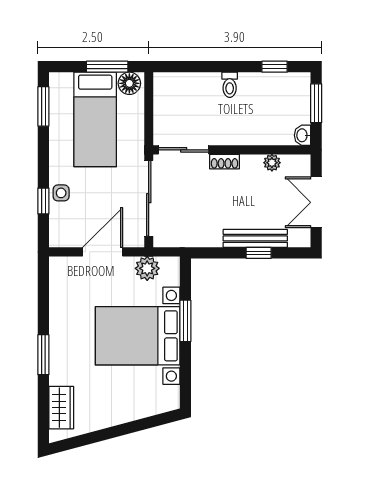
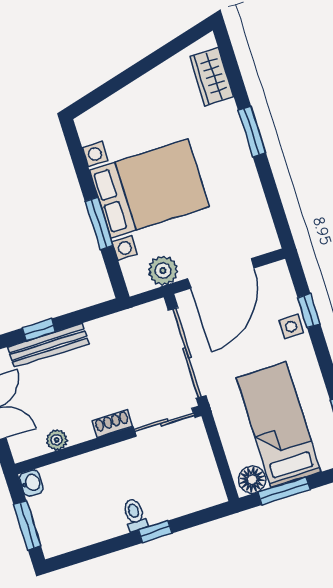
window: (275, 67) -> (155, 532), moved
door: (103, 252) -> (221, 273), width x1.36

